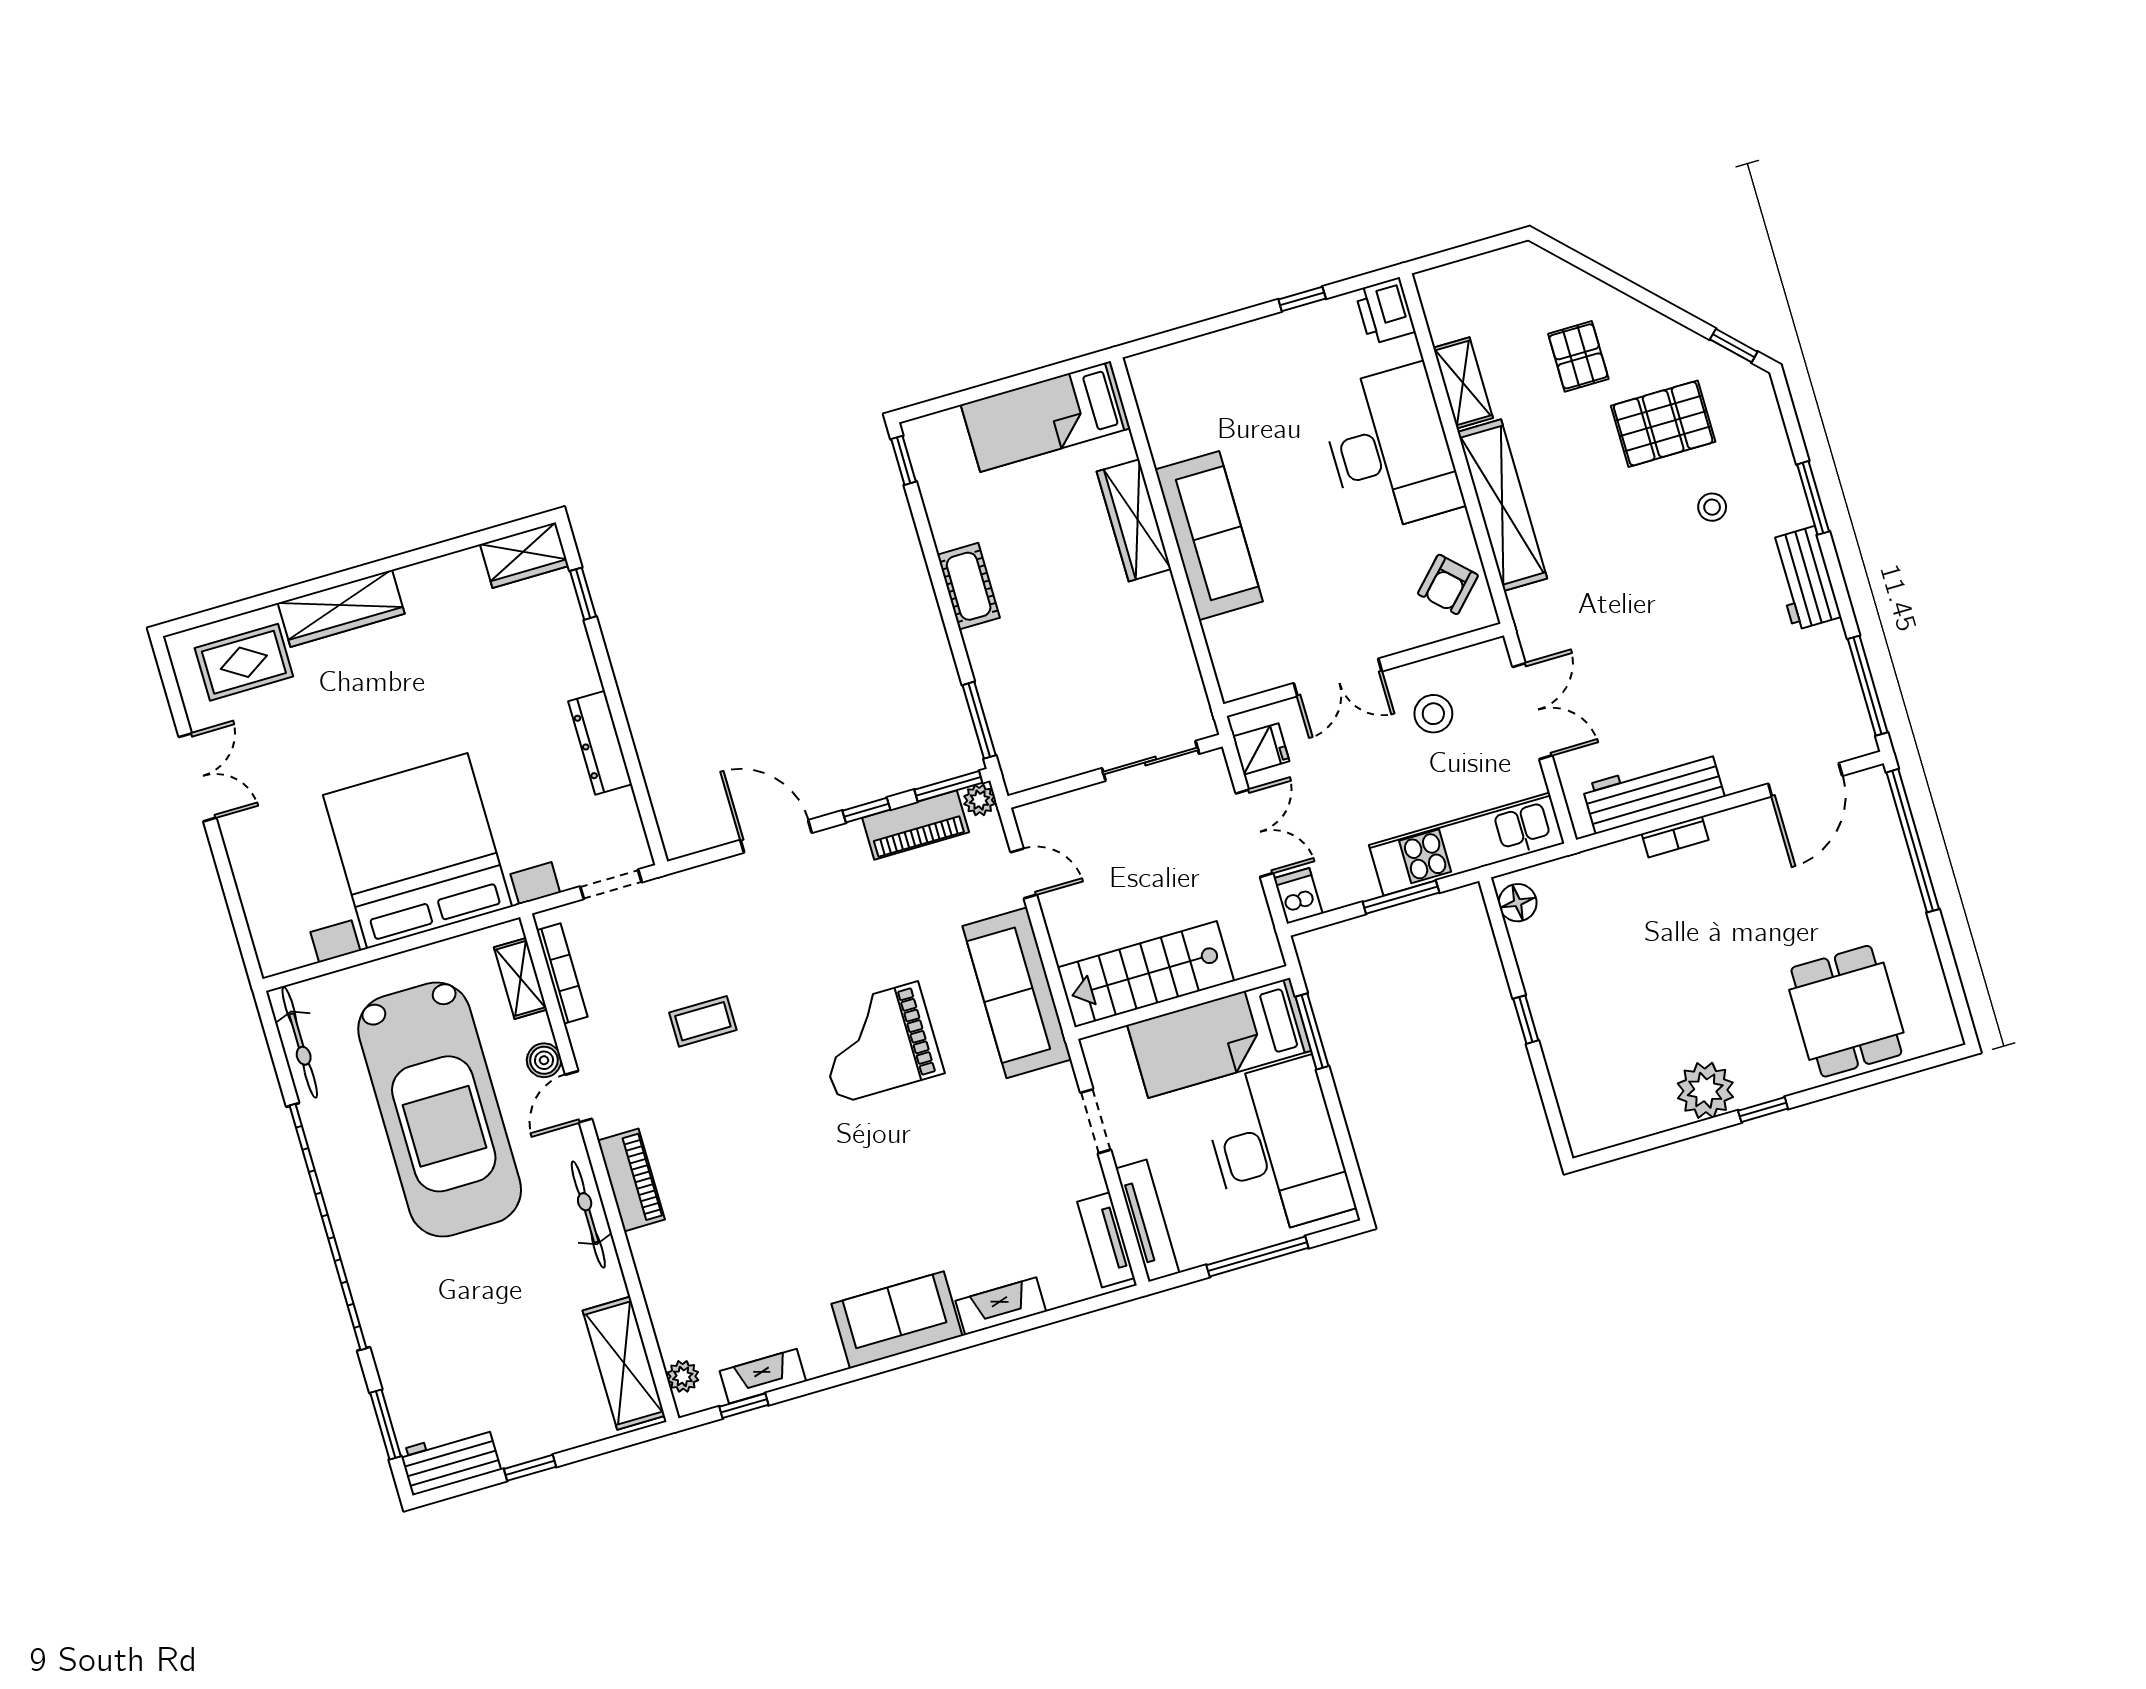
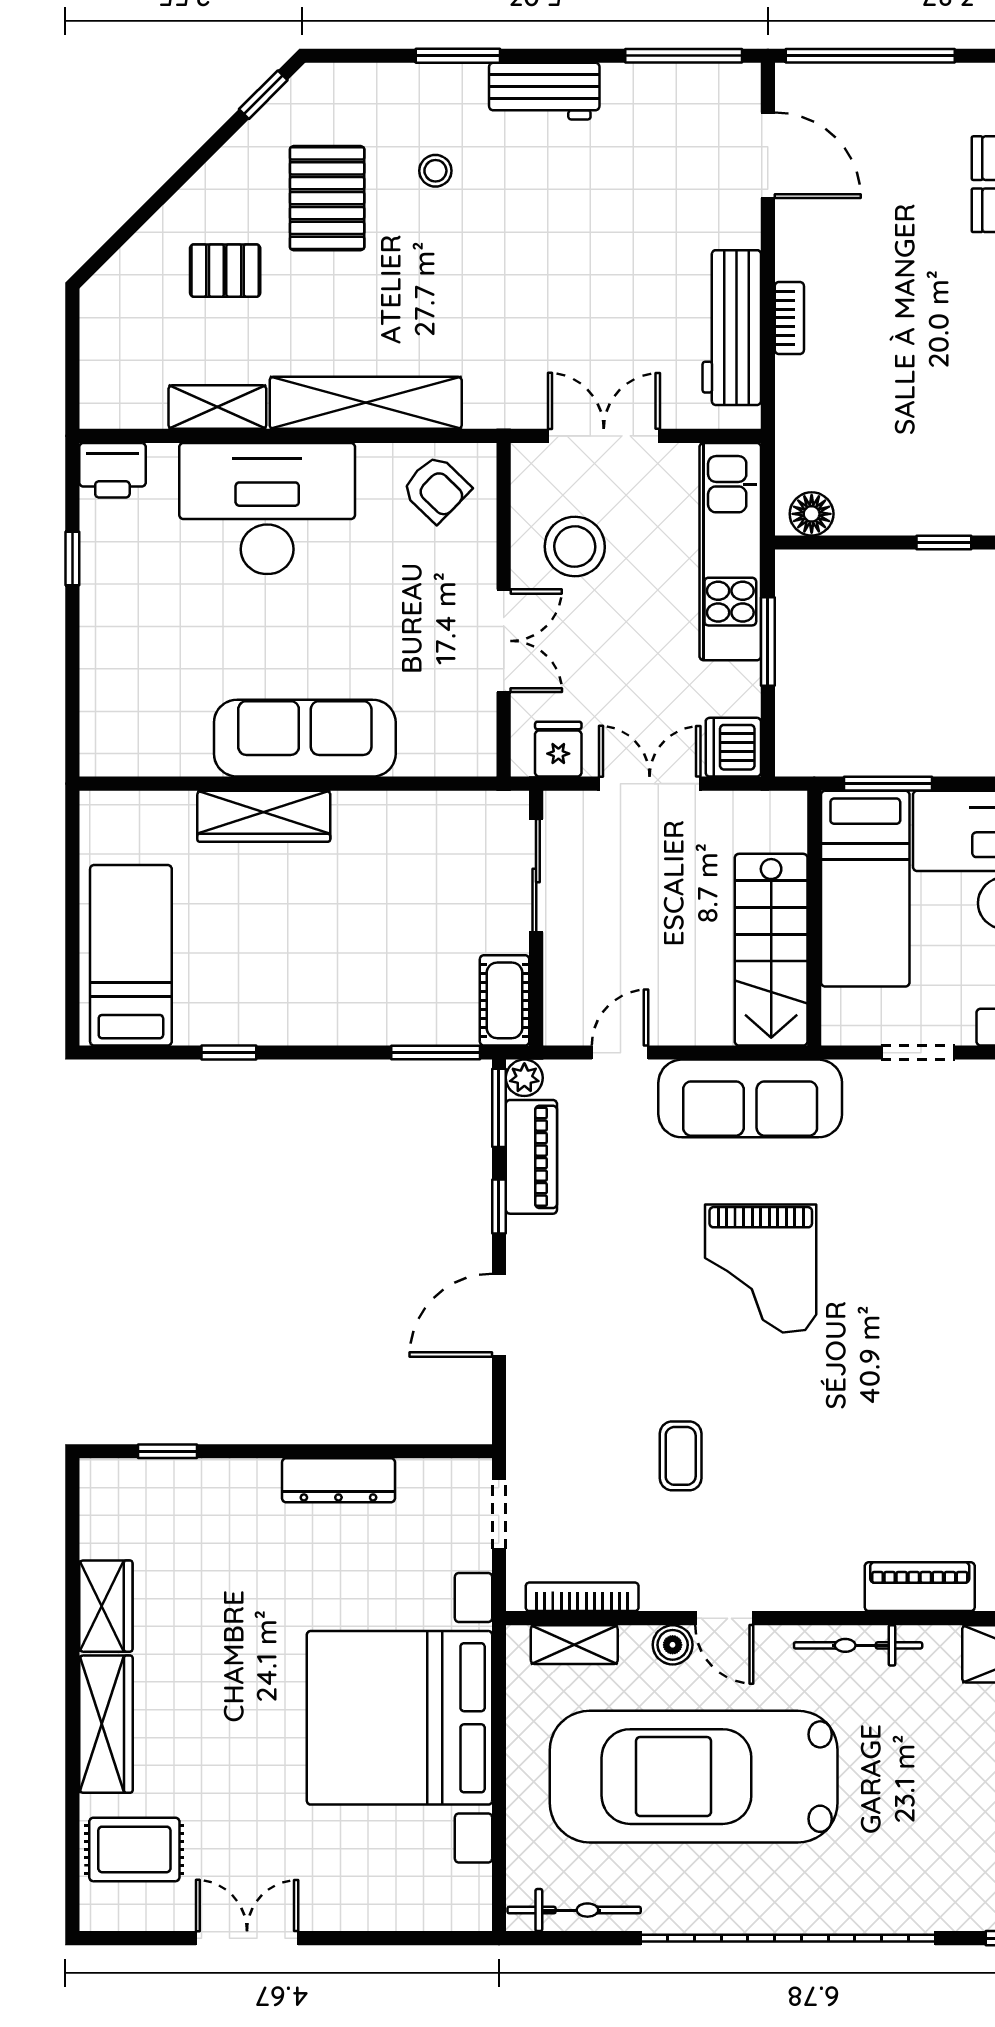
bed: (1046, 416) -> (131, 955), moved, turned 180
window: (904, 460) -> (229, 1053), moved
wardrobe: (524, 555) -> (106, 1606), moved
cot: (969, 586) -> (505, 1000), moved, turned 90
rug: (244, 662) -> (134, 1849), turned 90
stool: (1433, 714) -> (575, 547), width x1.38, depth x1.38
dishwasher: (1298, 896) -> (733, 747), width x1.38
car: (440, 1110) -> (694, 1777), turned 180
piano: (631, 1180) -> (920, 1587), moved

